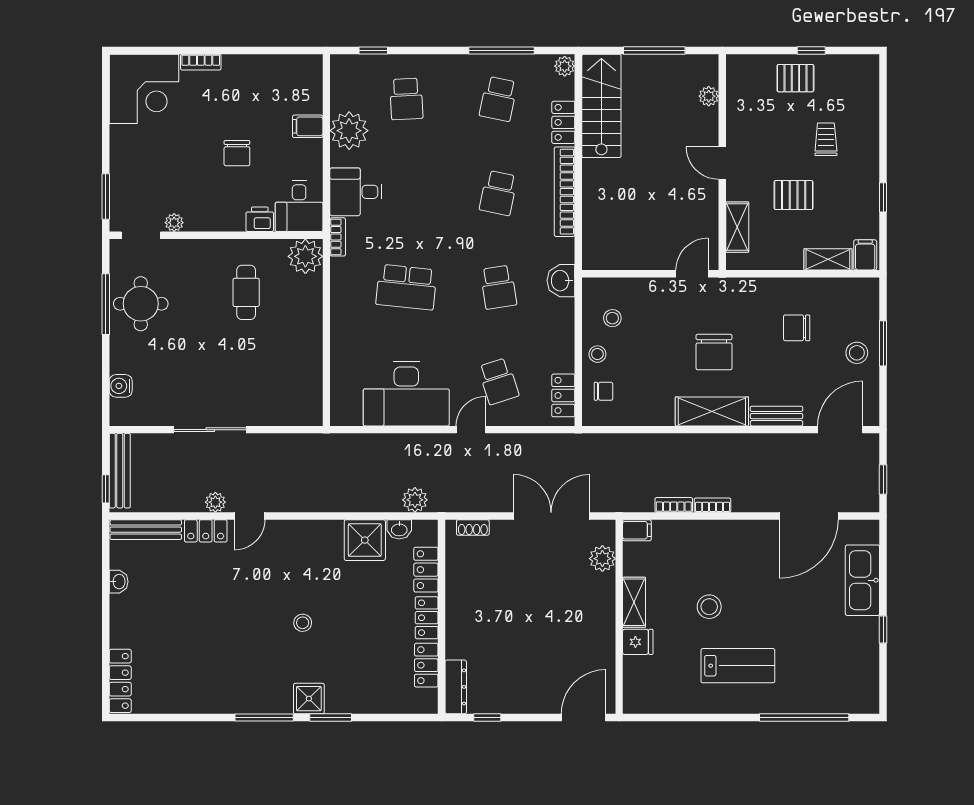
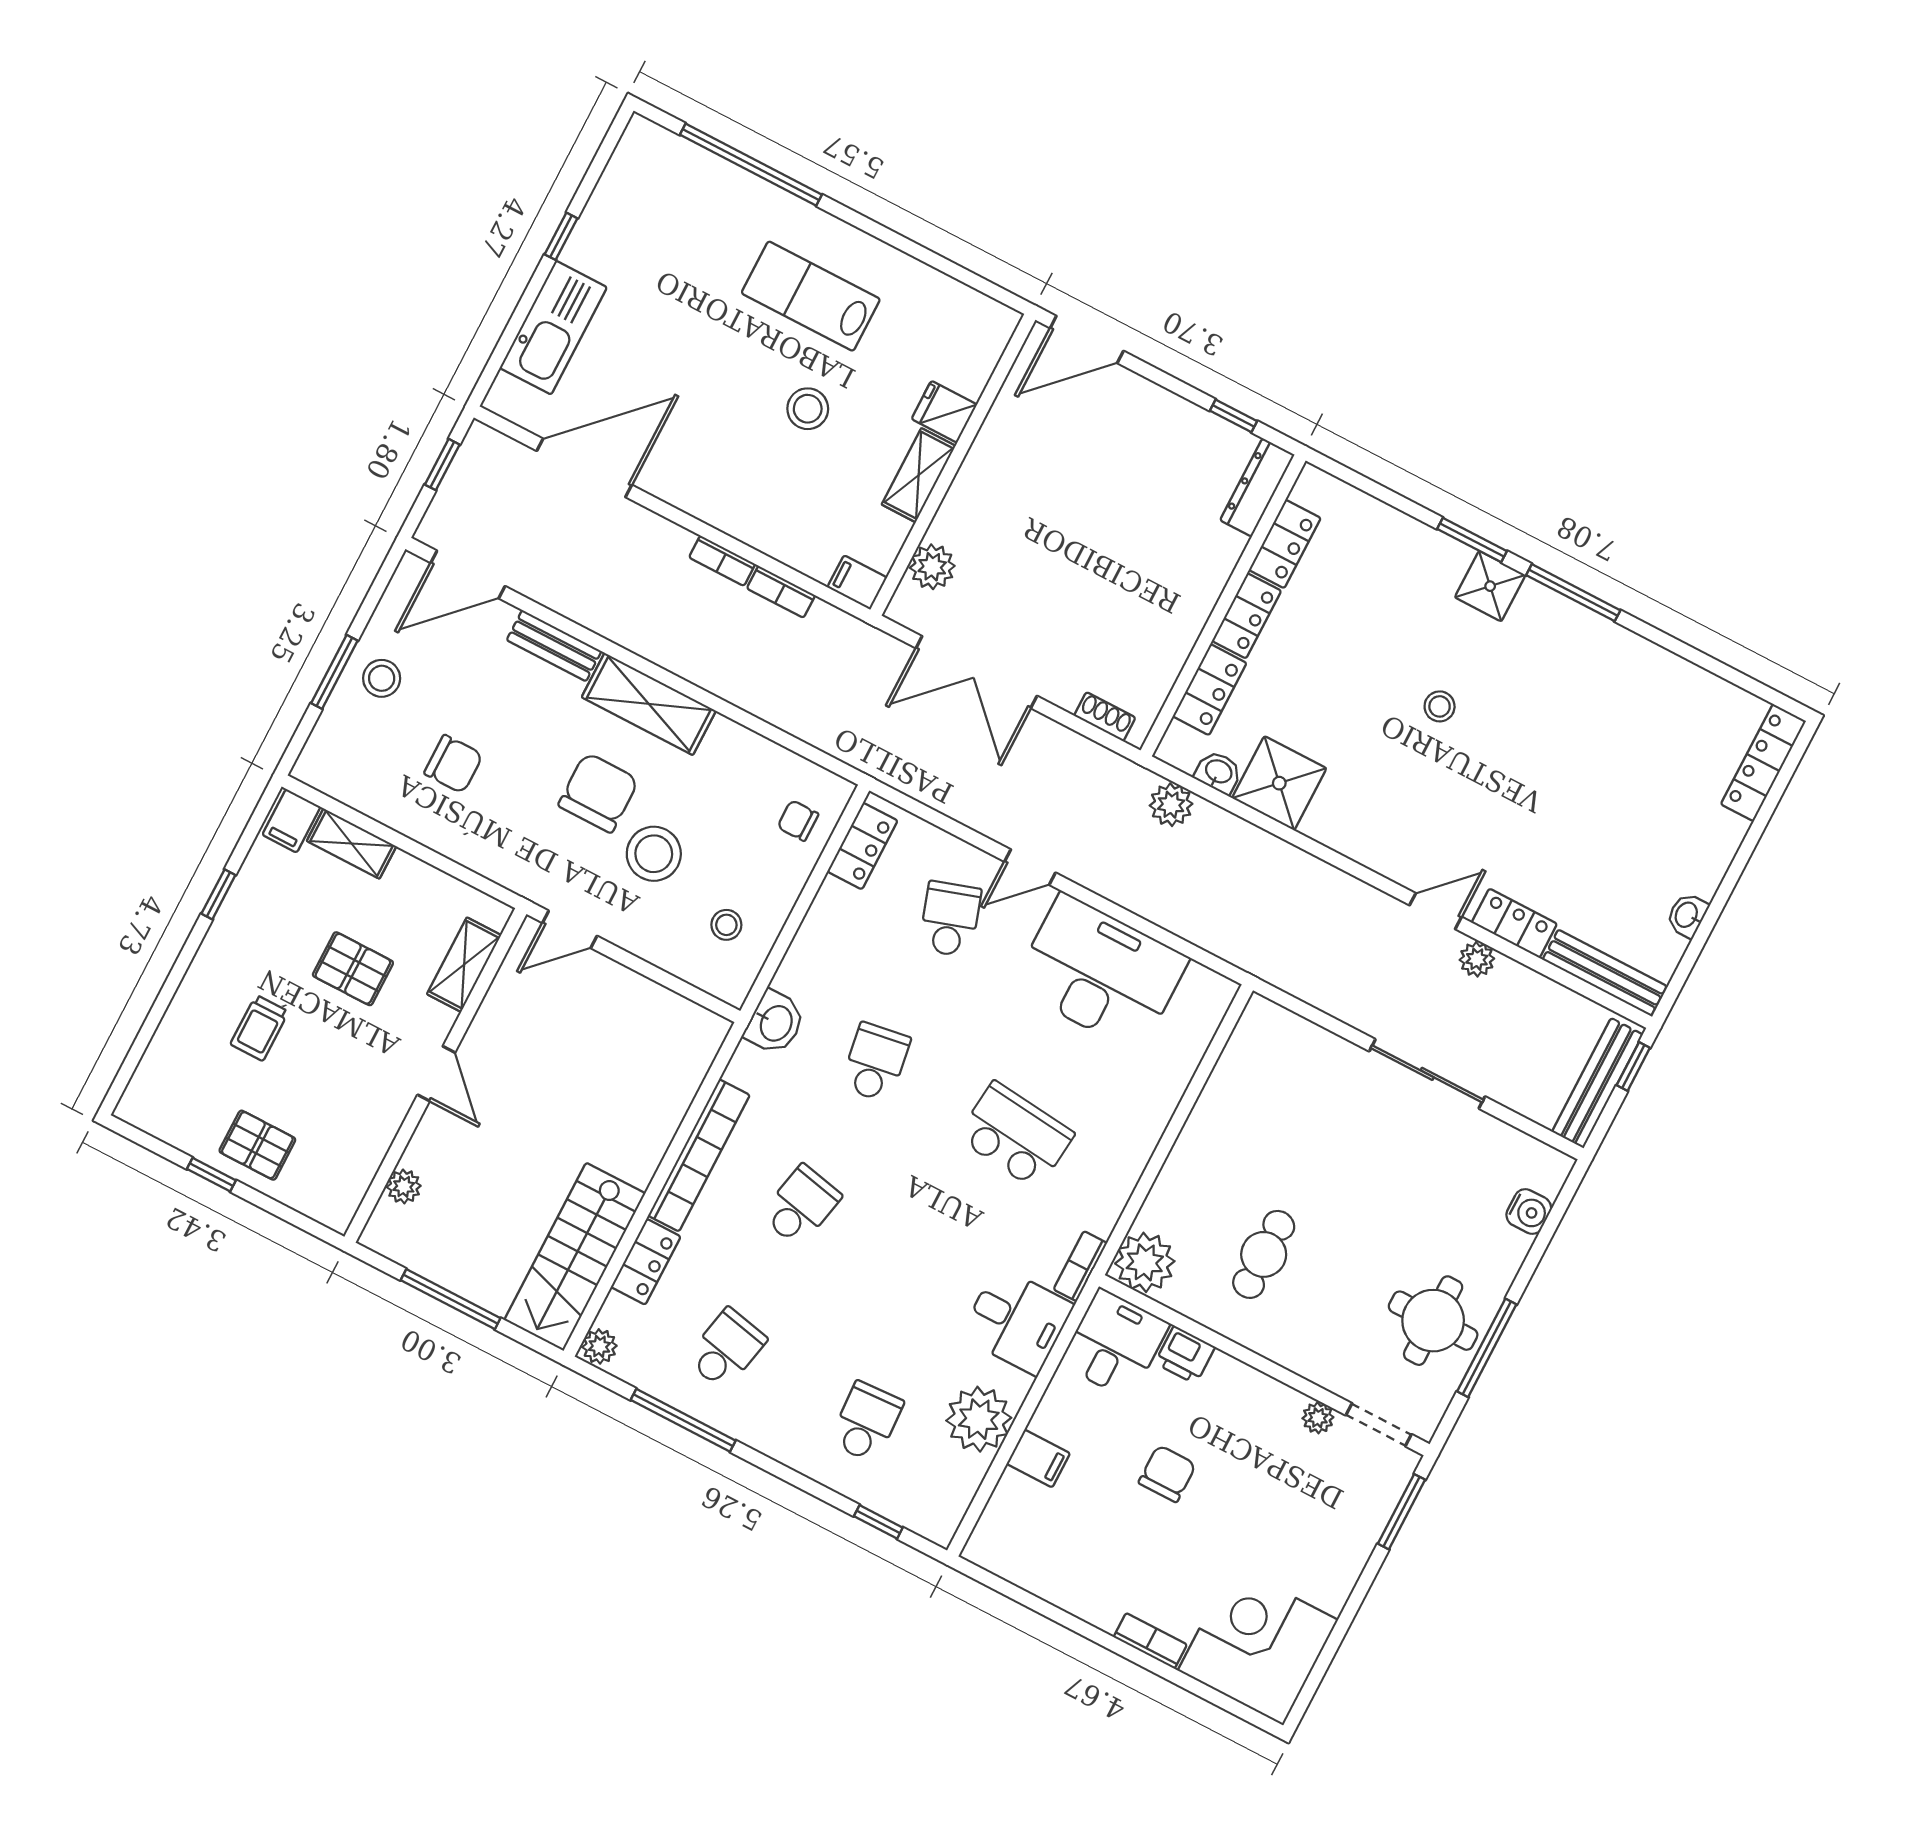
stool: (597, 354) -> (654, 854), moved, width x1.89, depth x1.89

